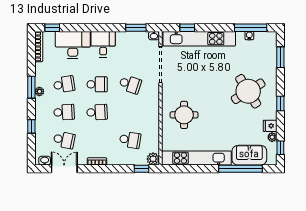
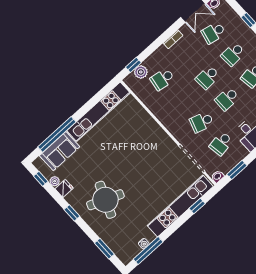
school desk: (130, 57) -> (221, 144), added
round table: (248, 91) -> (105, 200), turned -36
round table: (184, 115) -> (138, 136), removed
plant: (153, 159) -> (141, 72), moved

